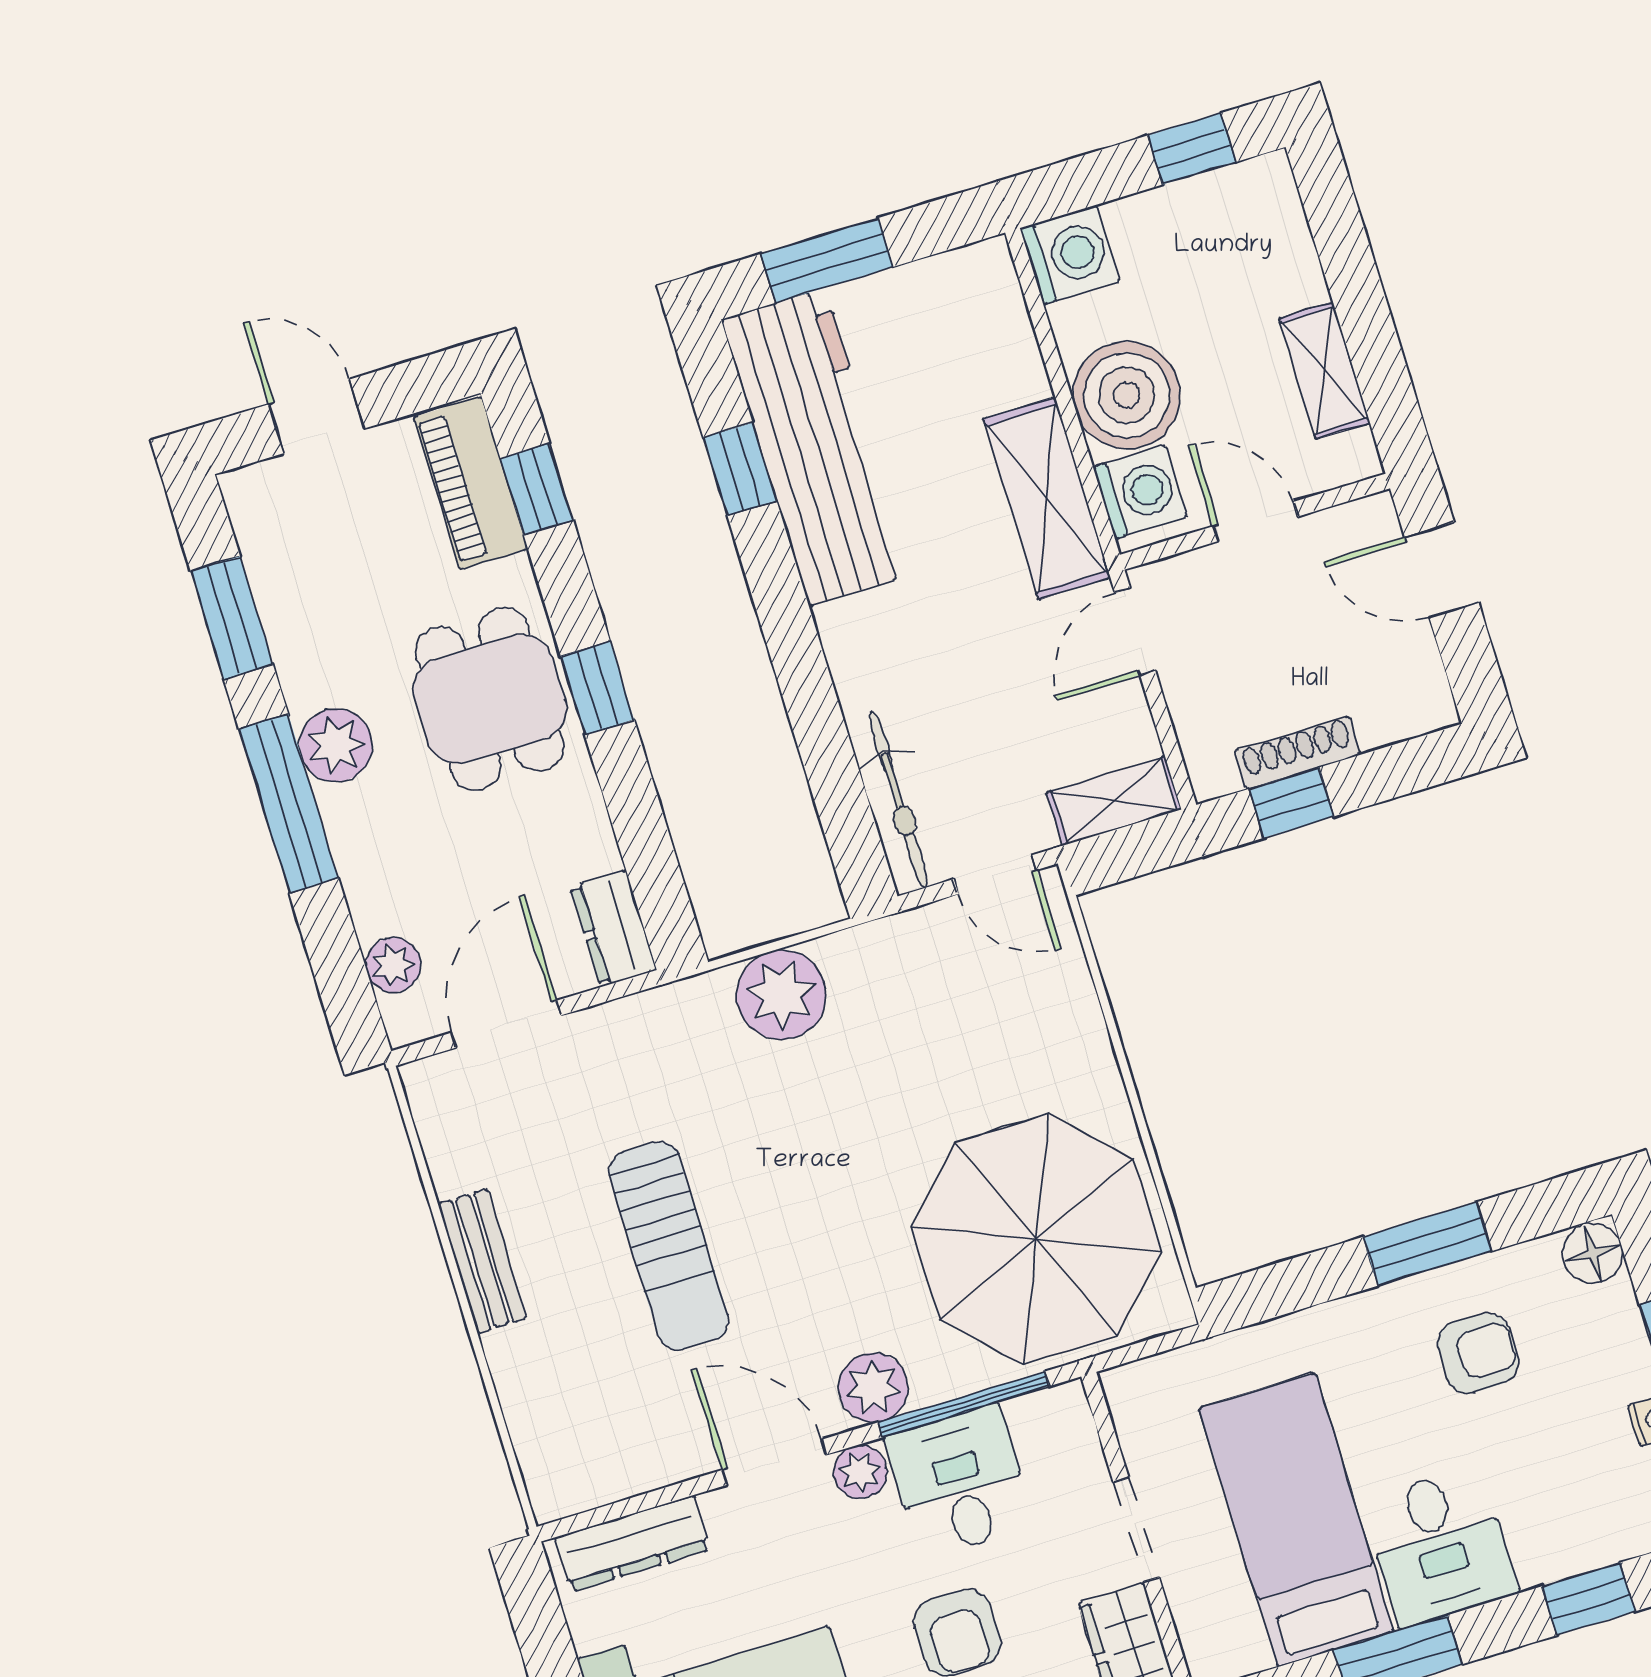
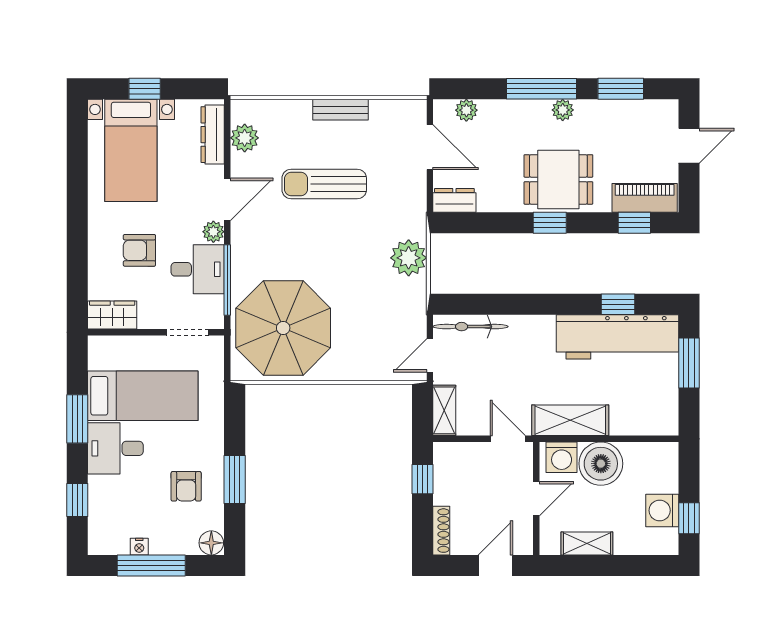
washing machine: (1070, 255) -> (662, 510), moved, turned 90
plant: (336, 745) -> (563, 110), width x0.73, depth x0.73
shoe rack: (1298, 753) -> (441, 531), moved
plant: (873, 1388) -> (245, 138), moved
doorway: (1136, 1530) -> (188, 332), moved

